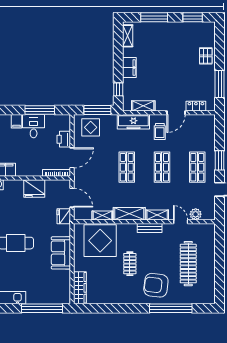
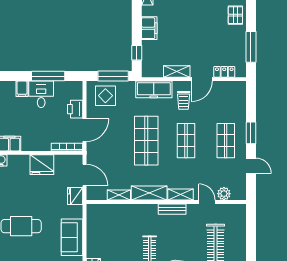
shelving: (143, 106) -> (177, 71), moved
shop shelf: (127, 167) -> (146, 141), width x1.43, depth x1.36
display table: (100, 241) -> (116, 224), removed

